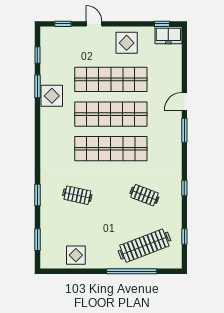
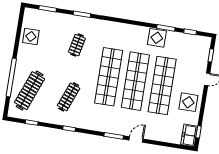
door: (184, 101) -> (136, 139), hinge flipped
clothes rail: (144, 195) -> (69, 97), width x1.36
clothes rail: (144, 246) -> (30, 91), turned 42

